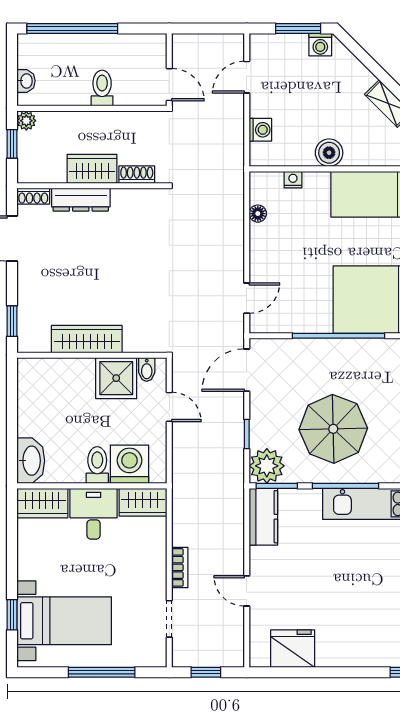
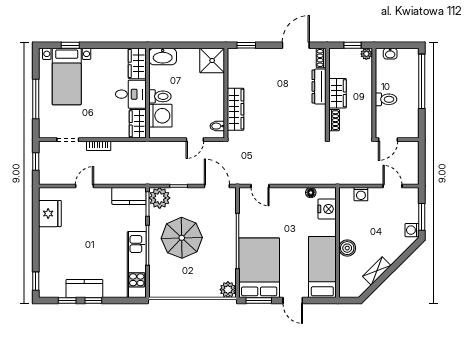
boiler: (329, 153) -> (347, 248), moved
nightstand: (293, 180) -> (327, 209), width x1.89, depth x1.79
wardrobe: (87, 339) -> (235, 109), moved
shower: (116, 378) -> (212, 60), moved

